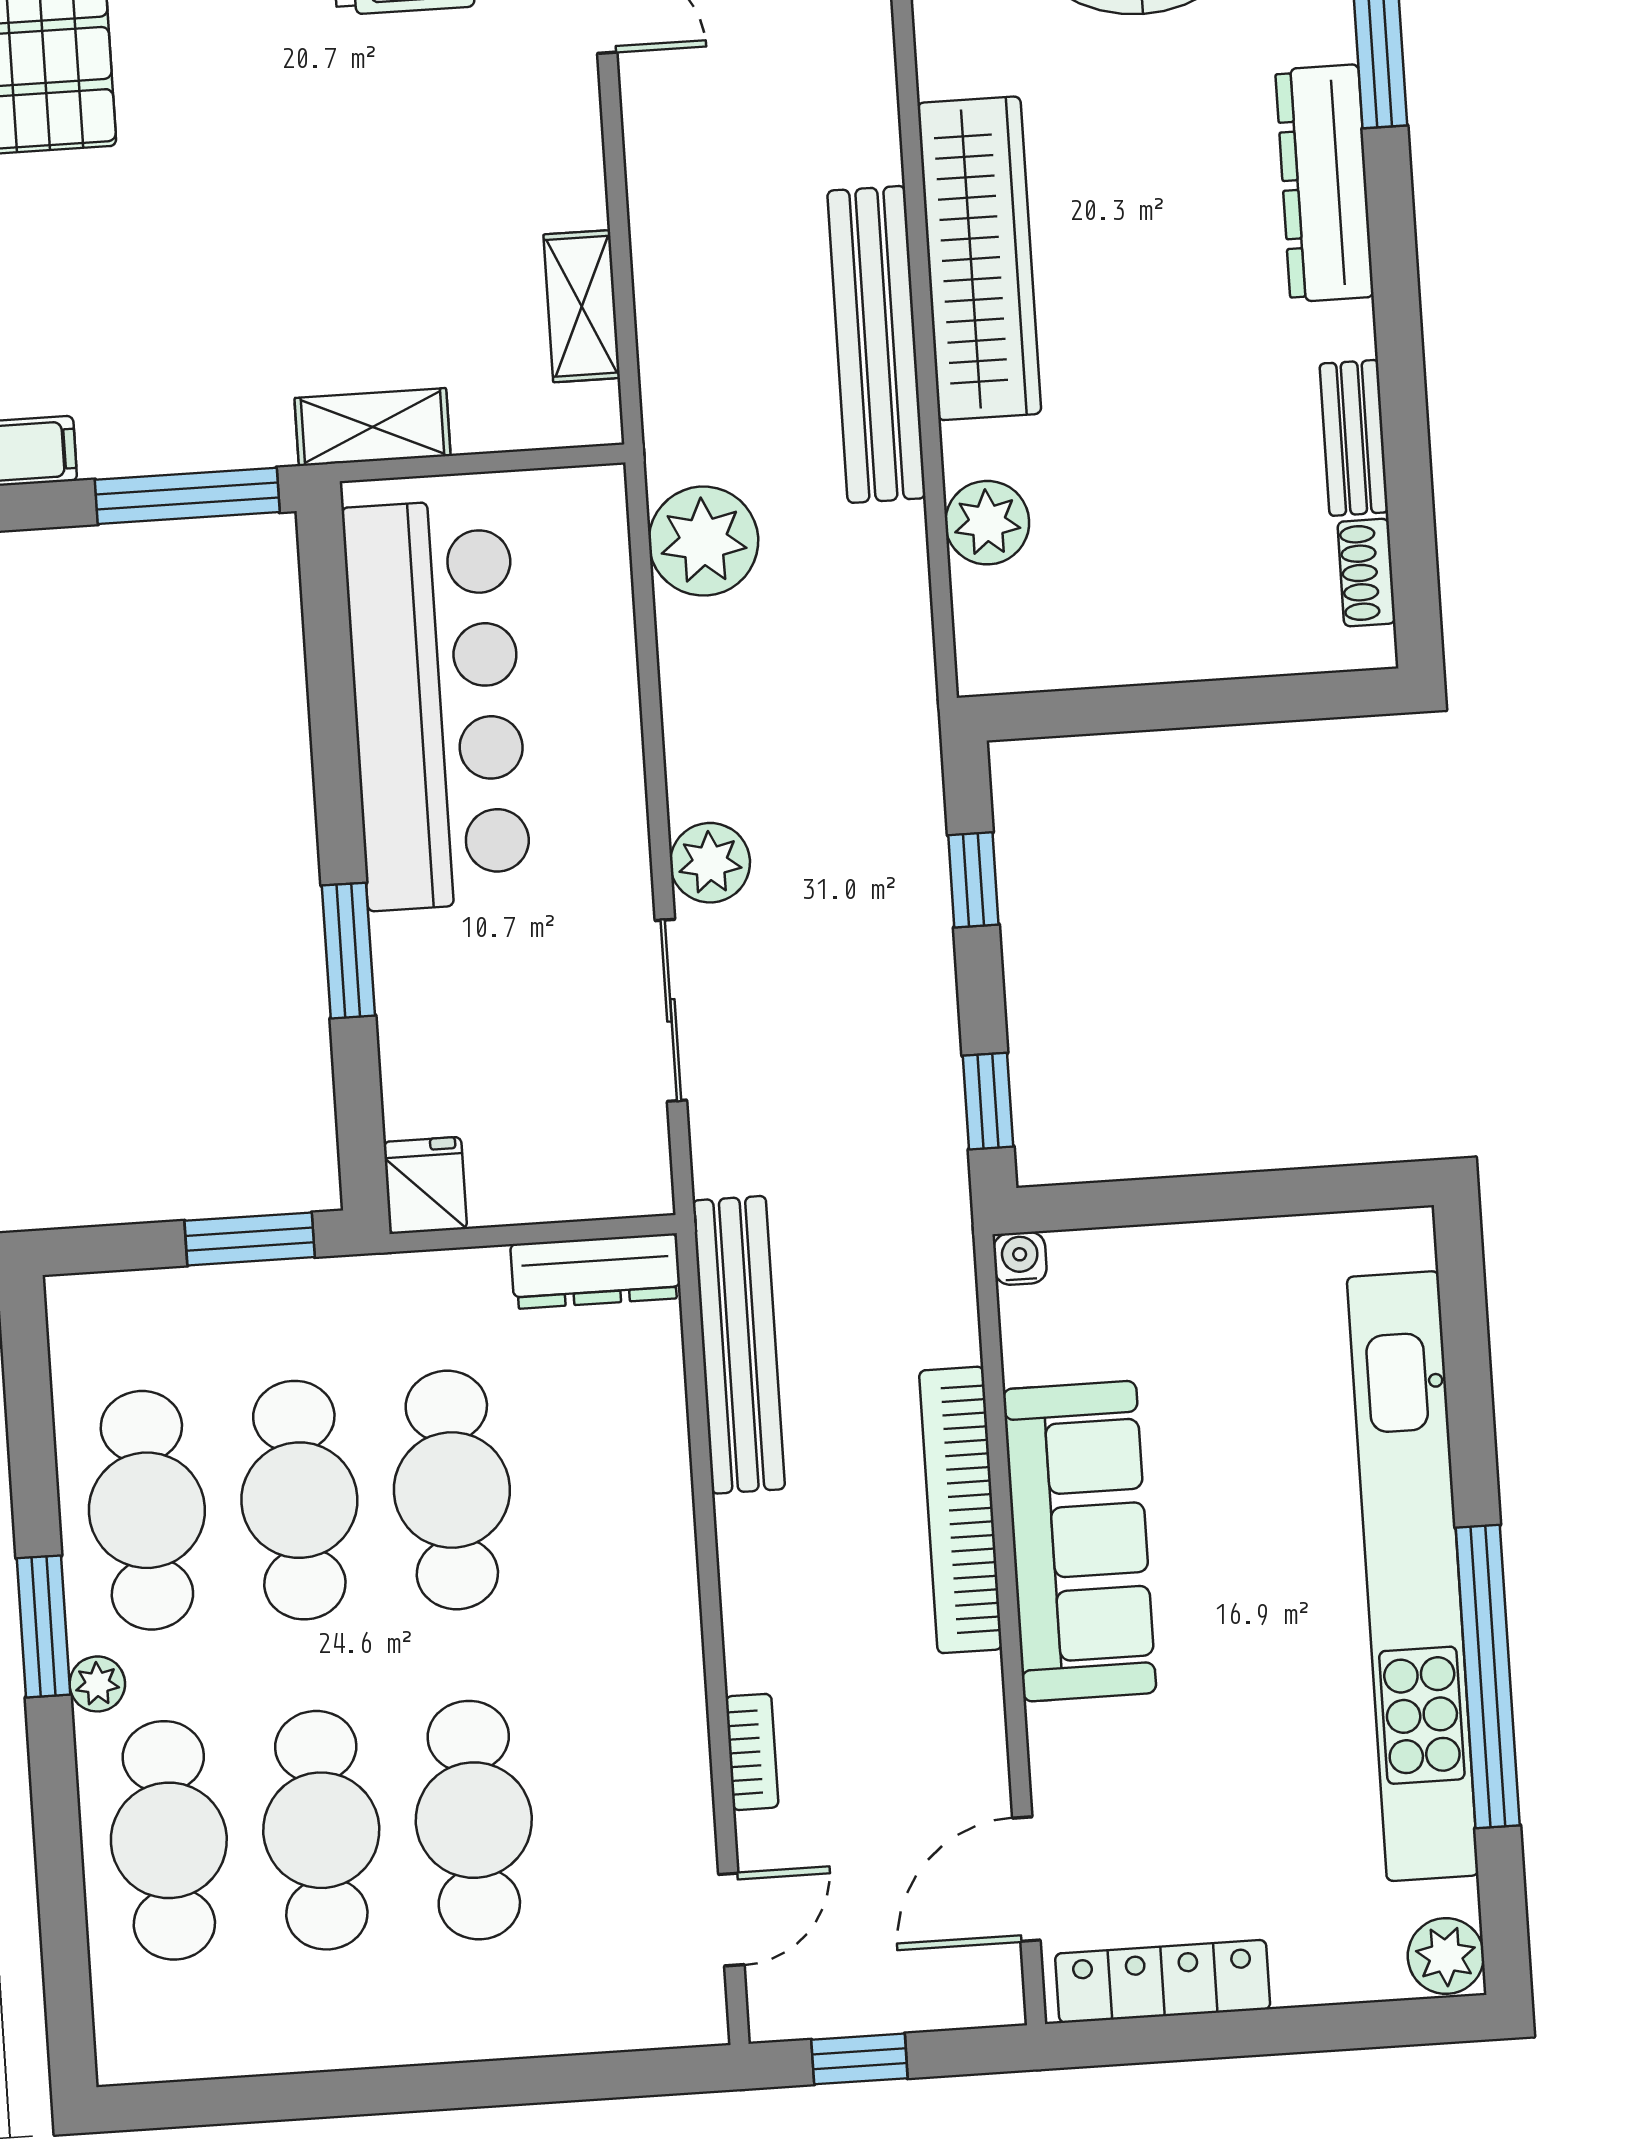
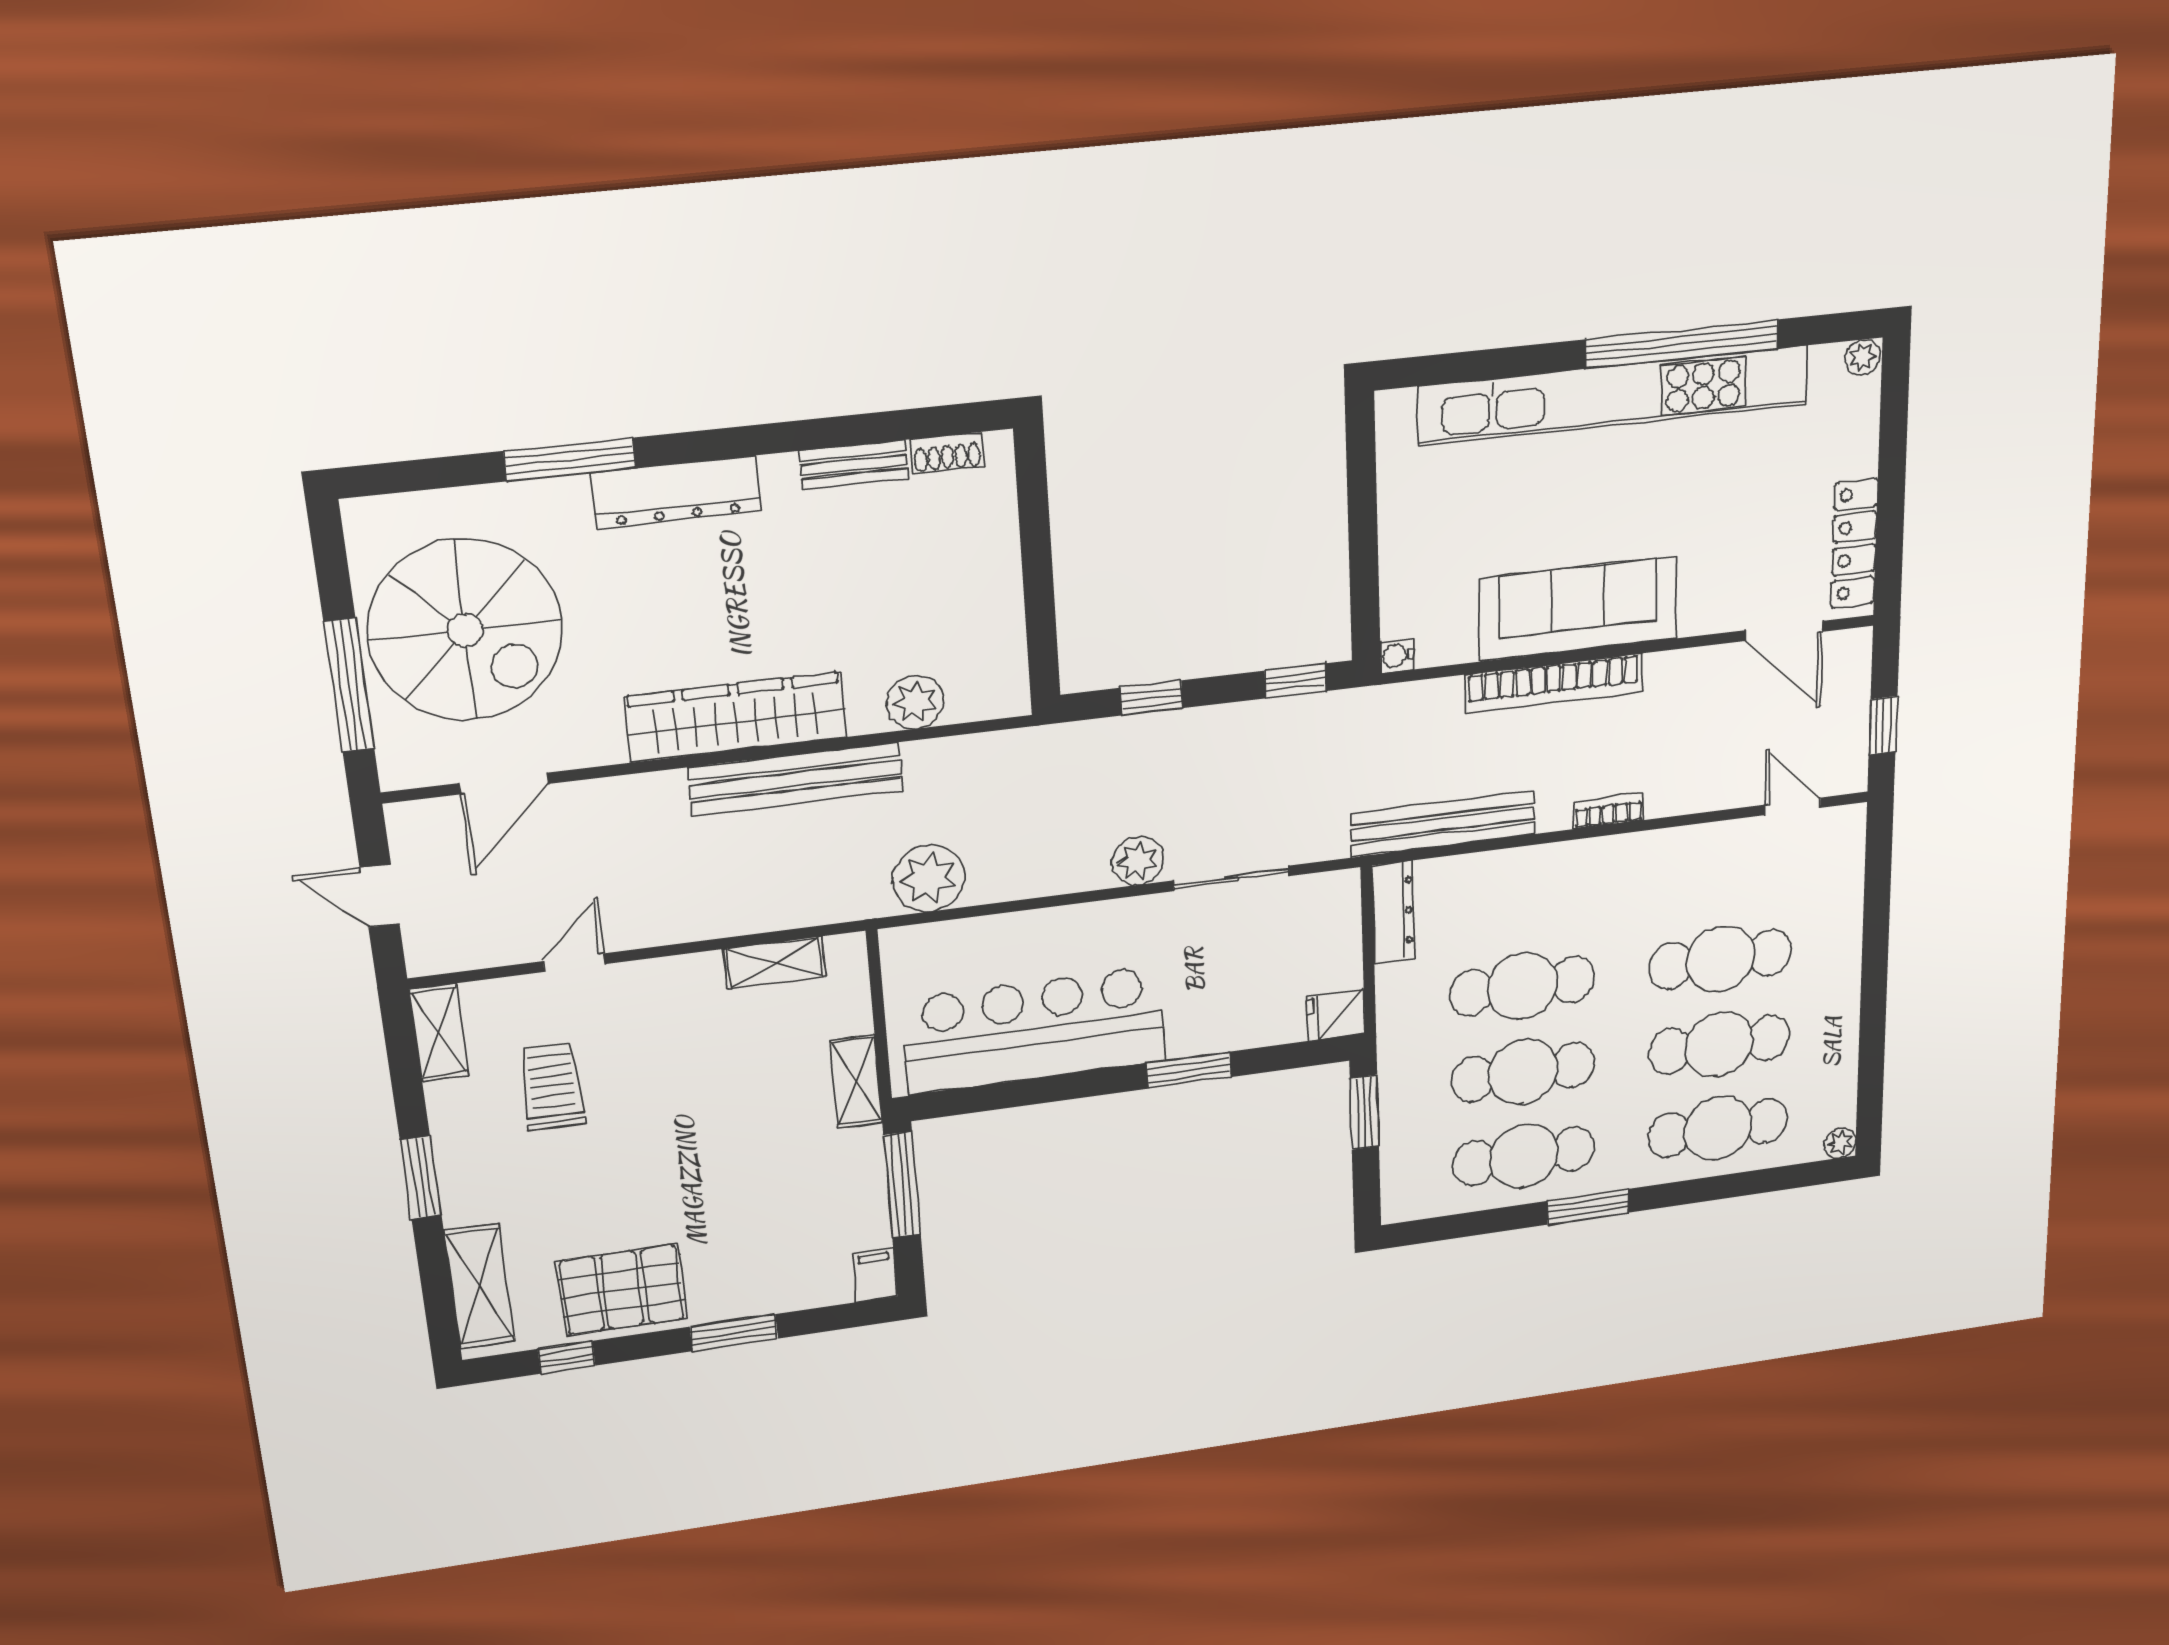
plant: (97, 1684) -> (1840, 1143), moved
bookcase: (752, 1752) -> (1608, 811), moved
plant: (1446, 1956) -> (1863, 357), width x0.73, depth x0.73

